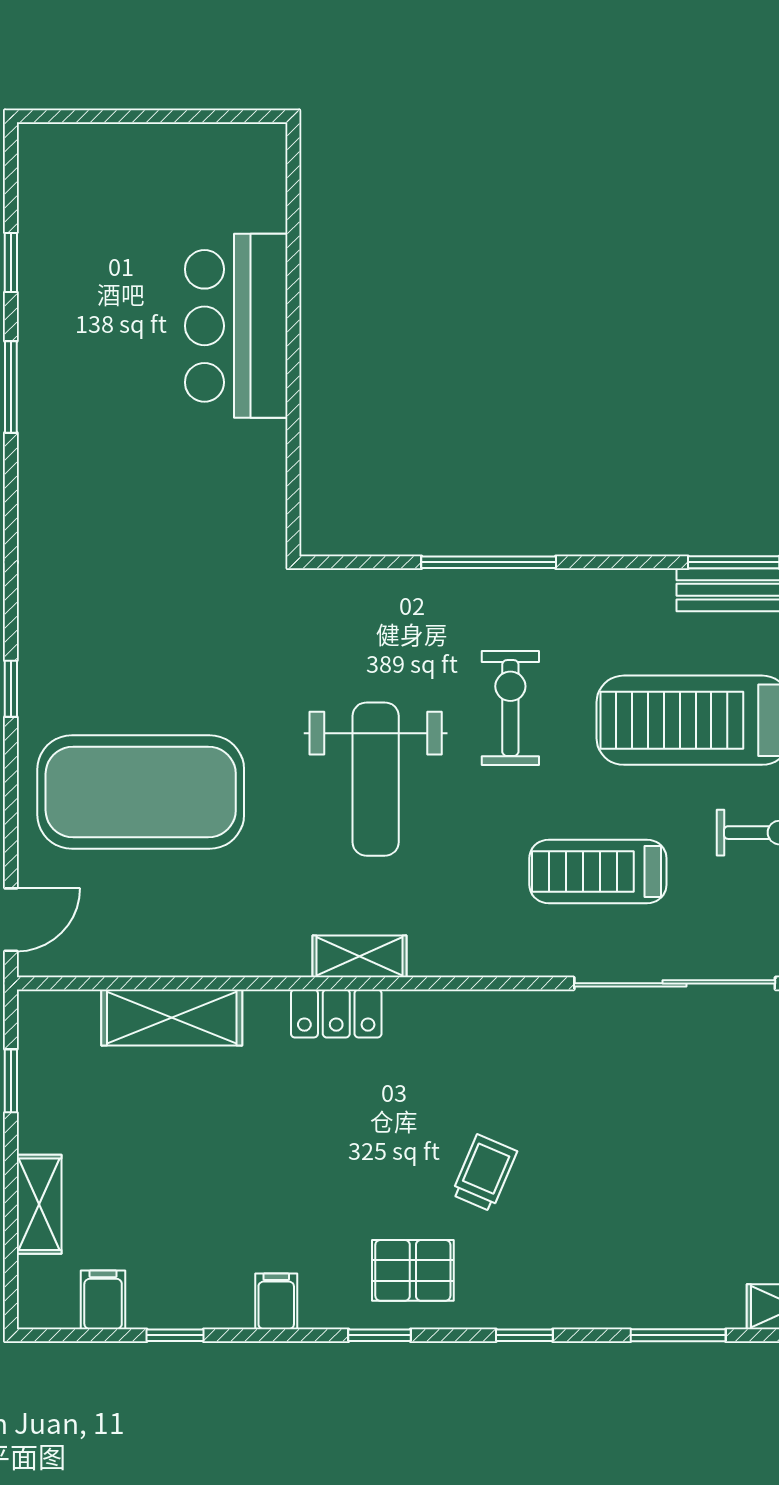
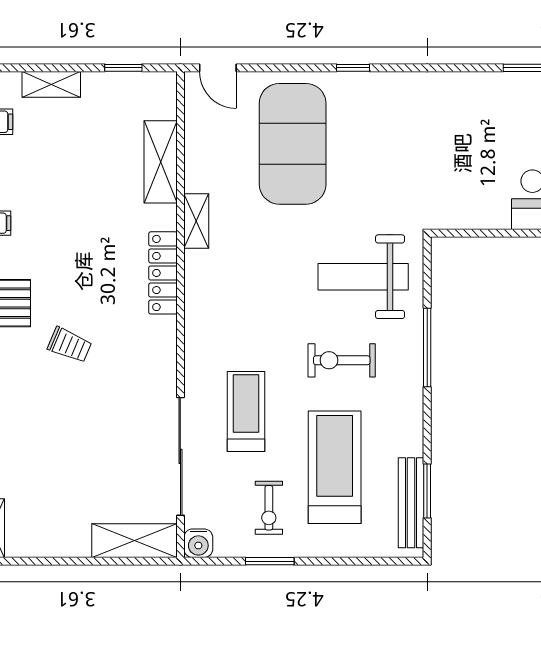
exercise bike: (510, 708) -> (342, 360), turned 180
weight bench: (376, 779) -> (363, 277), moved
shelving: (360, 956) -> (196, 221), moved
locker: (336, 1013) -> (163, 273), width x1.53

